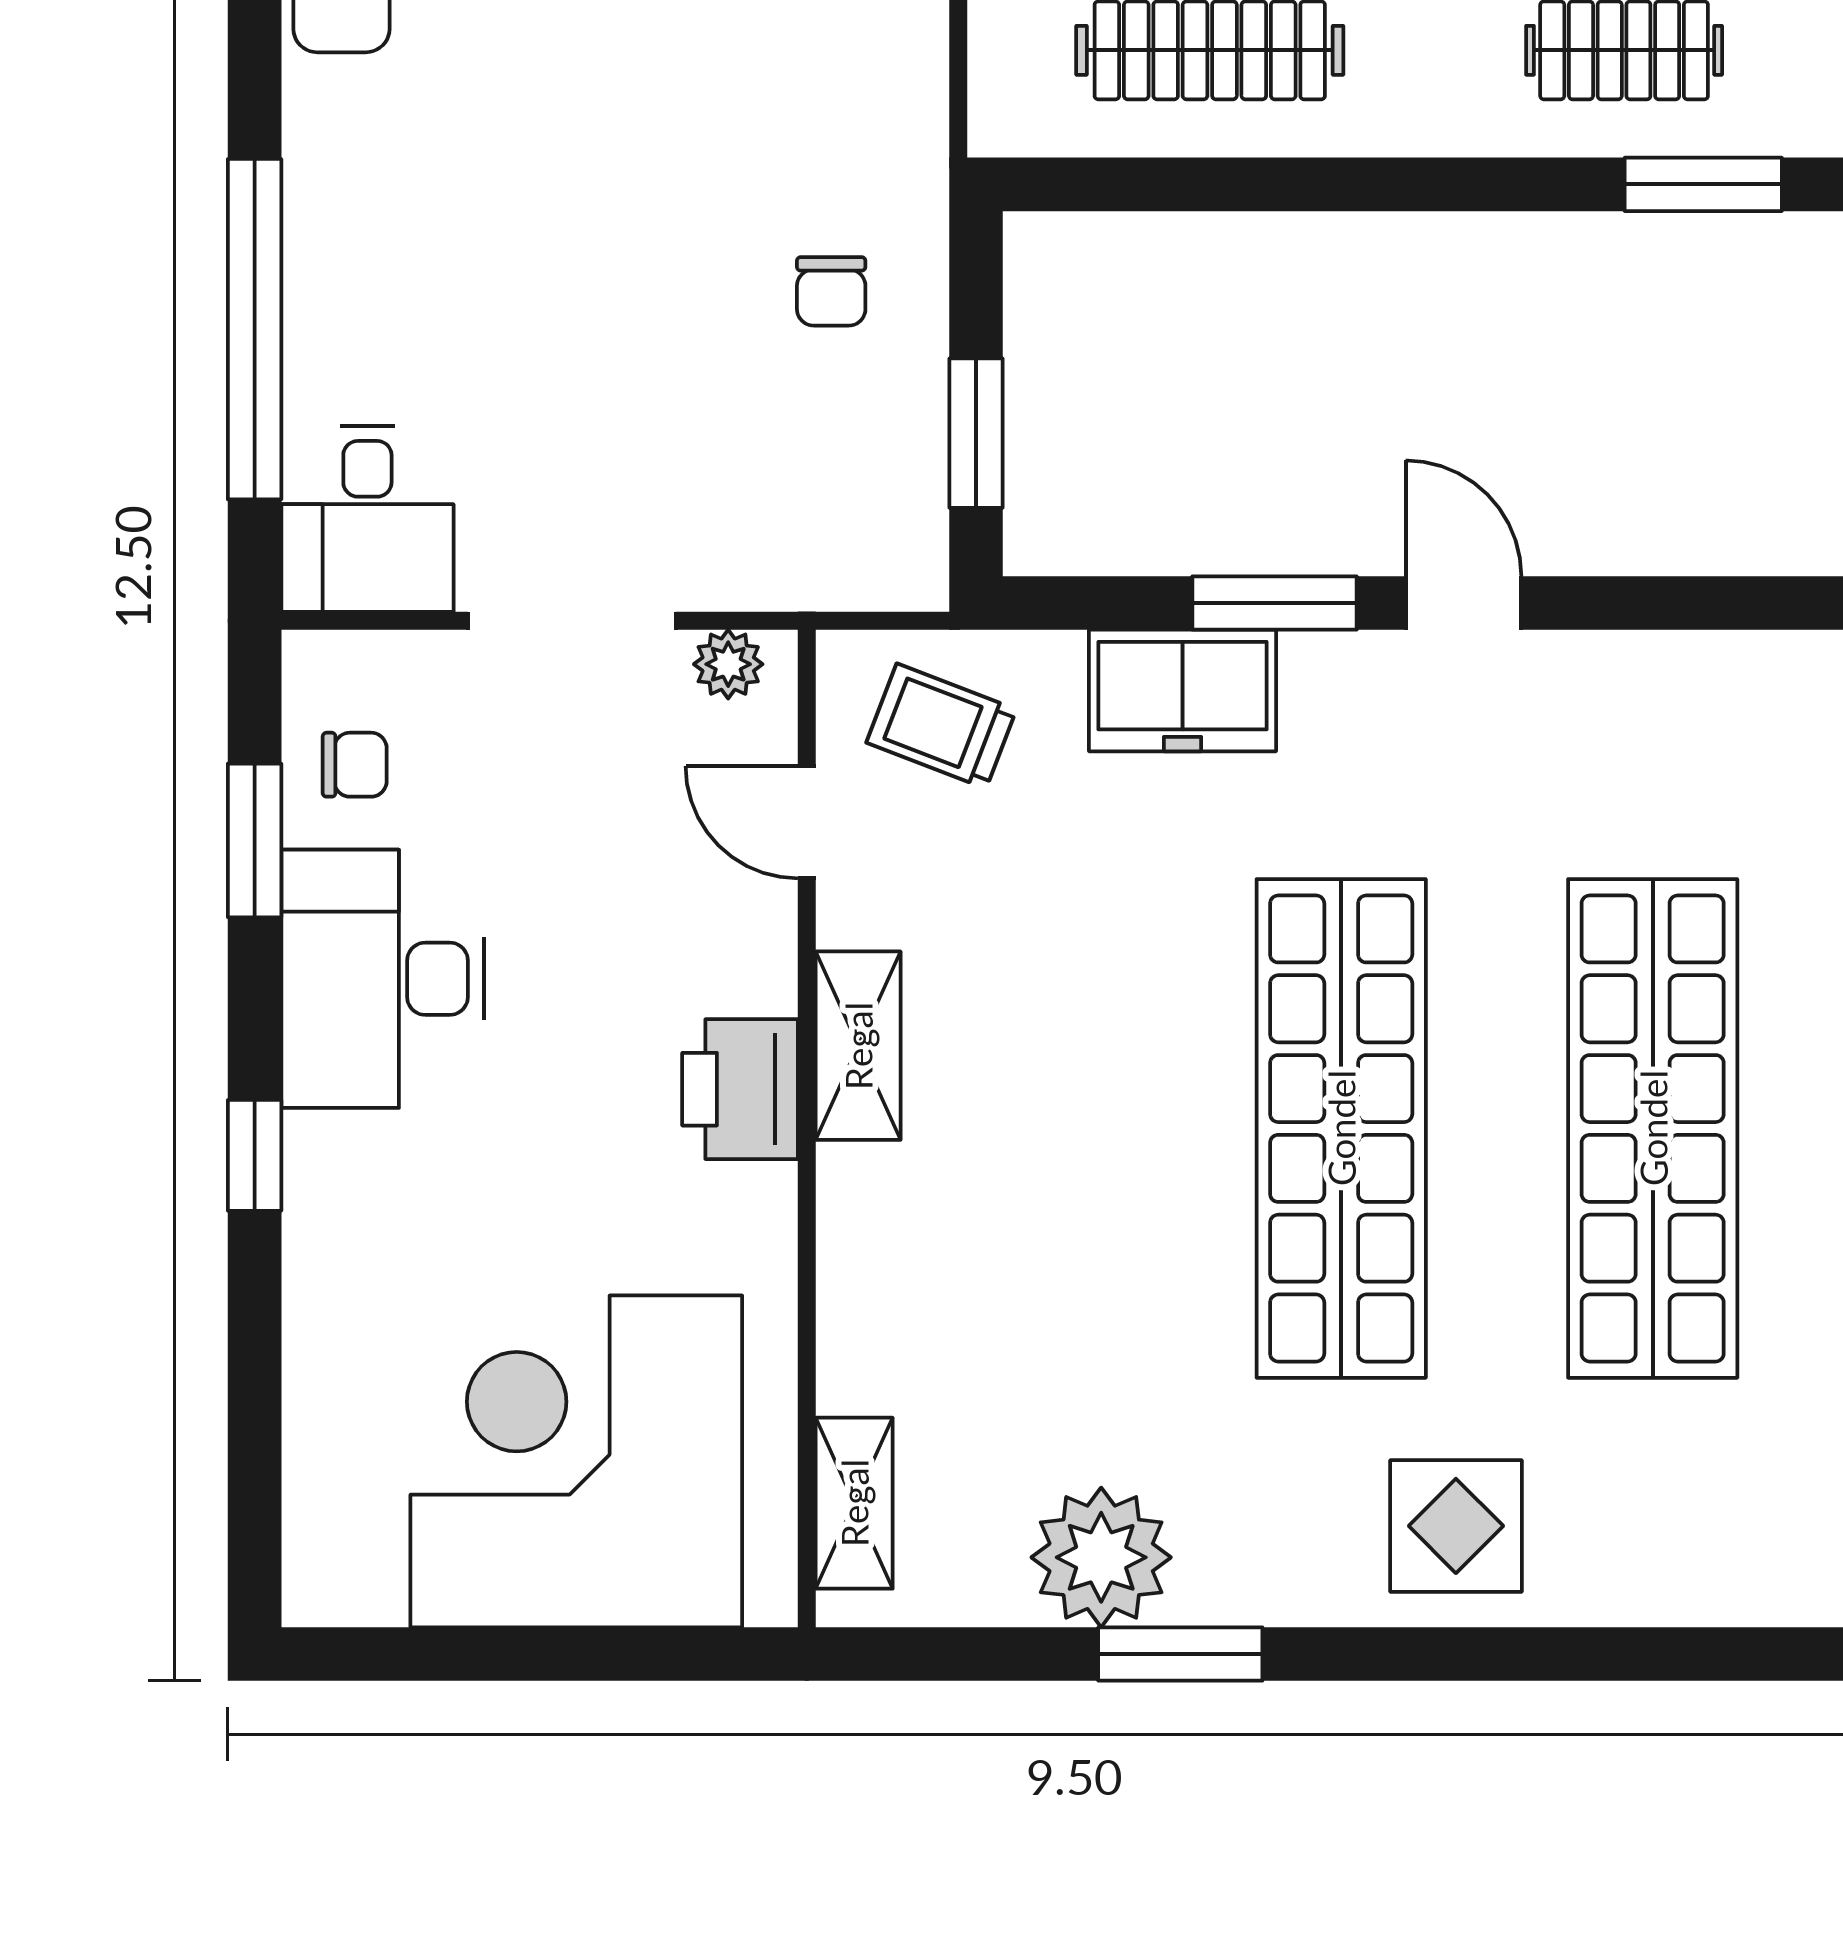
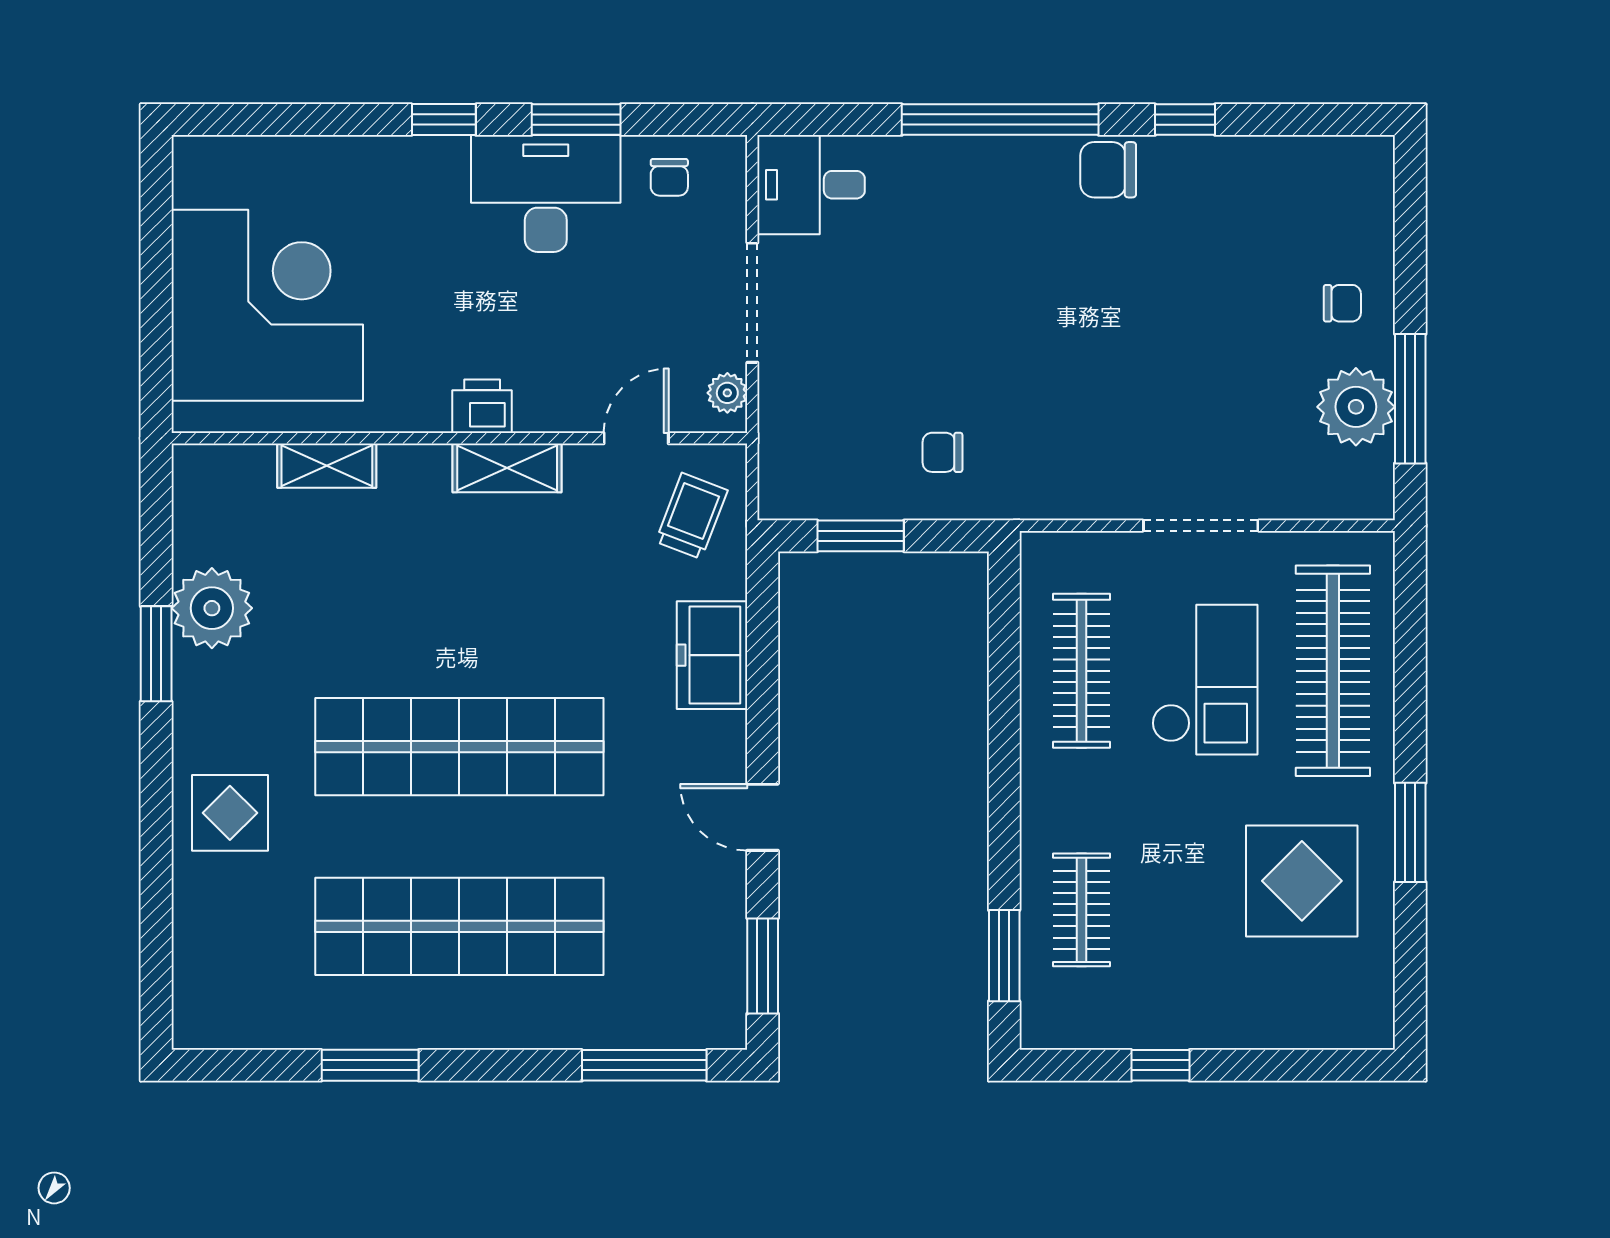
window: (255, 329) -> (1000, 120), moved
window: (1275, 603) -> (763, 966), moved
door: (1463, 603) -> (763, 817), swing flipped
window: (255, 840) -> (576, 120), moved
printer: (740, 1089) -> (482, 406), width x0.73, depth x0.81
shelving: (854, 1503) -> (327, 466), moved

